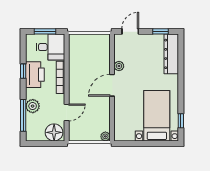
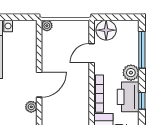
plant: (33, 106) -> (131, 73), moved

